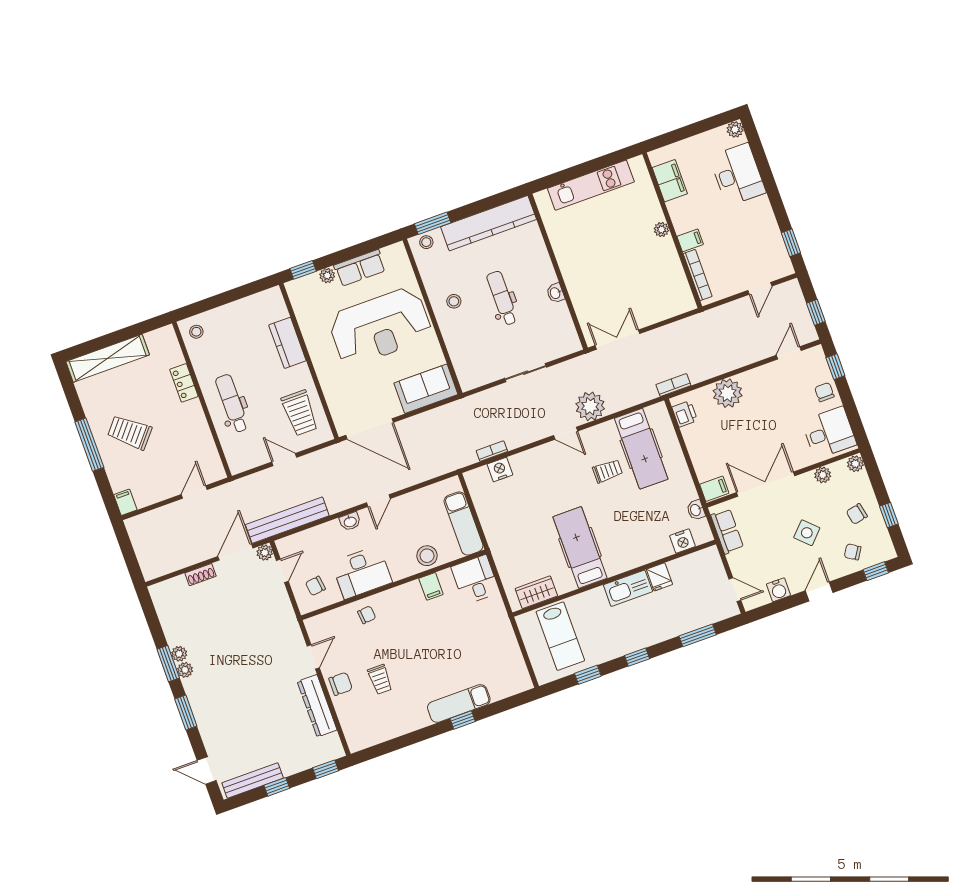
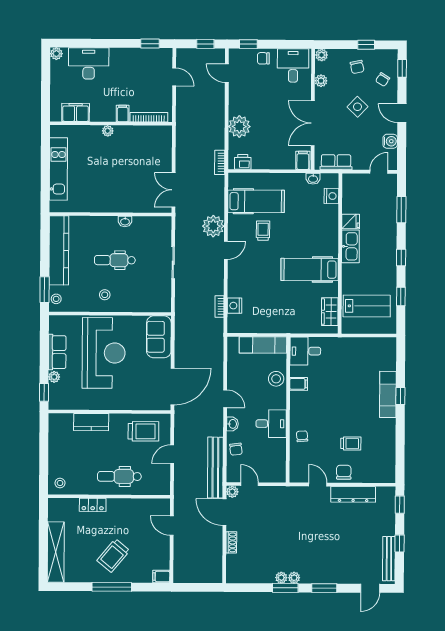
desk: (362, 572) -> (271, 424), width x0.73
chair: (315, 586) -> (236, 449), moved

